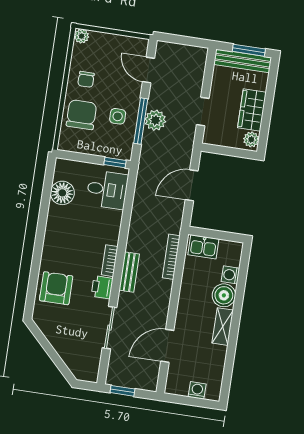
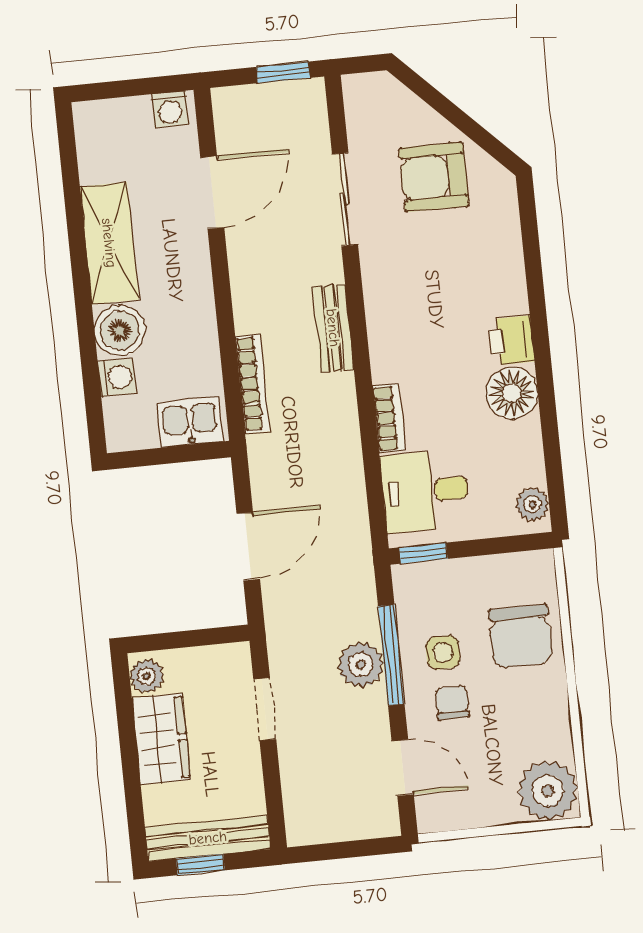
plant: (82, 36) -> (548, 790), width x1.88, depth x1.88
window: (249, 50) -> (200, 865), width x0.67
chair: (86, 79) -> (452, 703), moved
plant: (61, 172) -> (533, 504), added
floor lamp: (62, 193) -> (512, 393), moved
bookcase: (110, 261) -> (389, 418), moved
printer: (102, 287) -> (511, 340), moved, turned 180
armchair: (56, 288) -> (434, 177), moved, turned 90
shelving: (223, 327) -> (109, 243), width x1.50, depth x1.33
washing machine: (197, 390) -> (170, 109), moved

